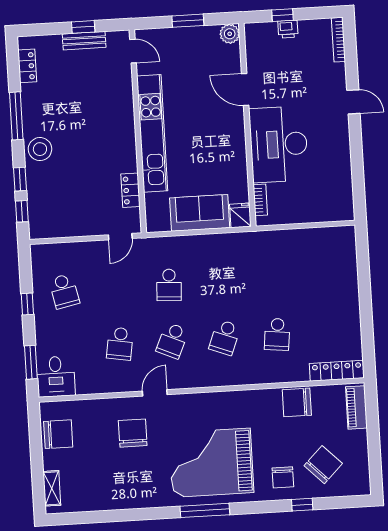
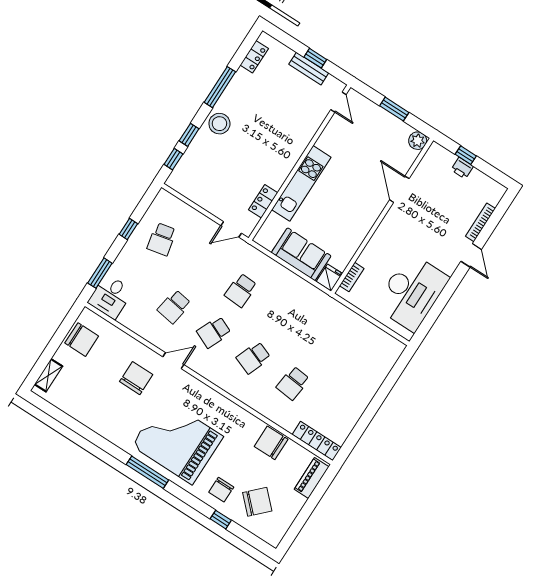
bookcase: (338, 40) -> (480, 222), moved
kitchen unit: (152, 133) -> (301, 183), width x0.73
desk: (279, 144) -> (412, 292), moved, turned 180

